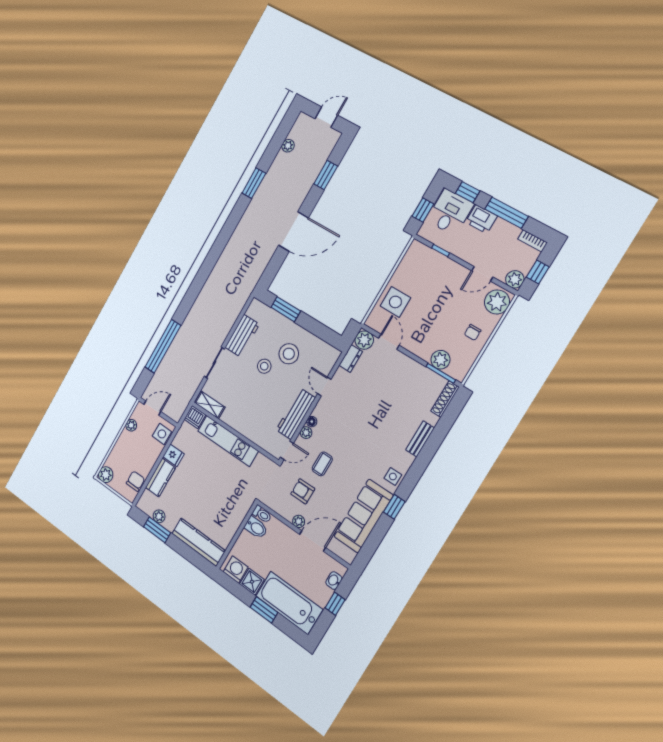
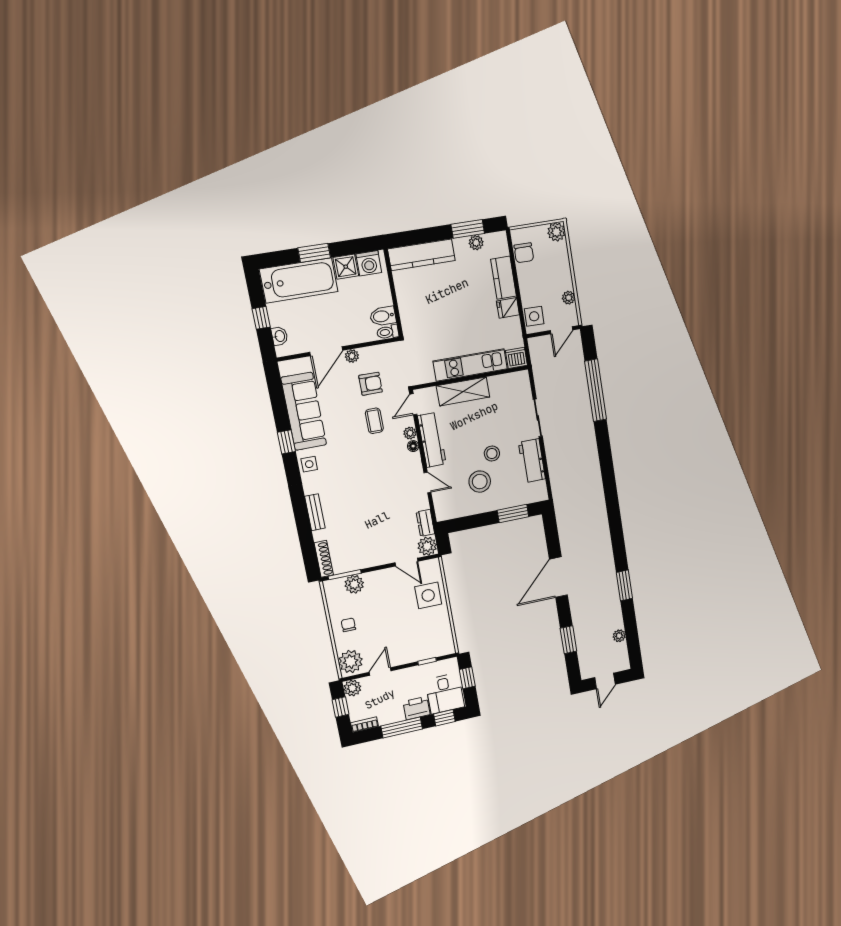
shelving: (210, 405) -> (463, 391), moved, width x1.50, depth x1.33

